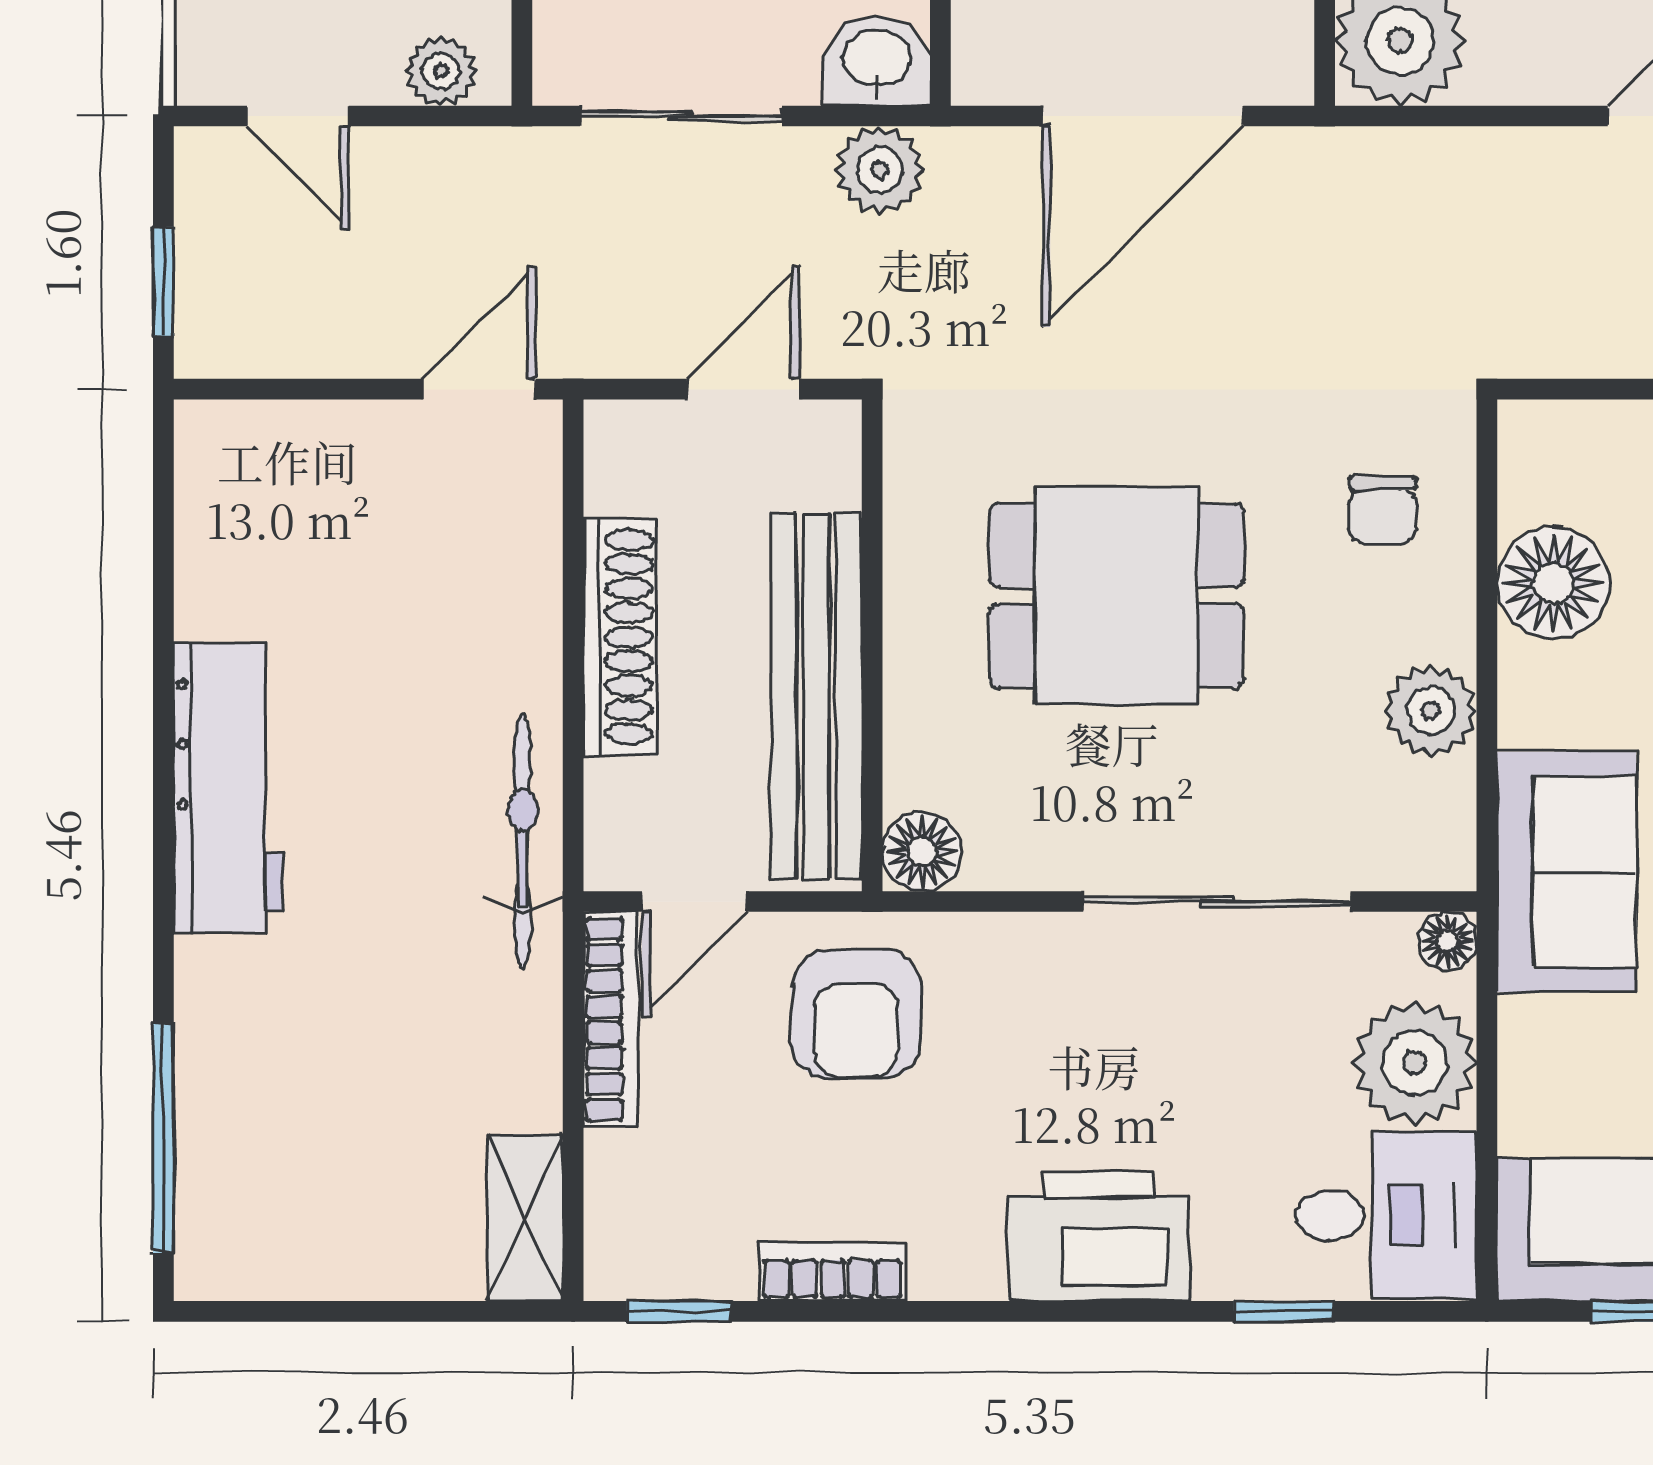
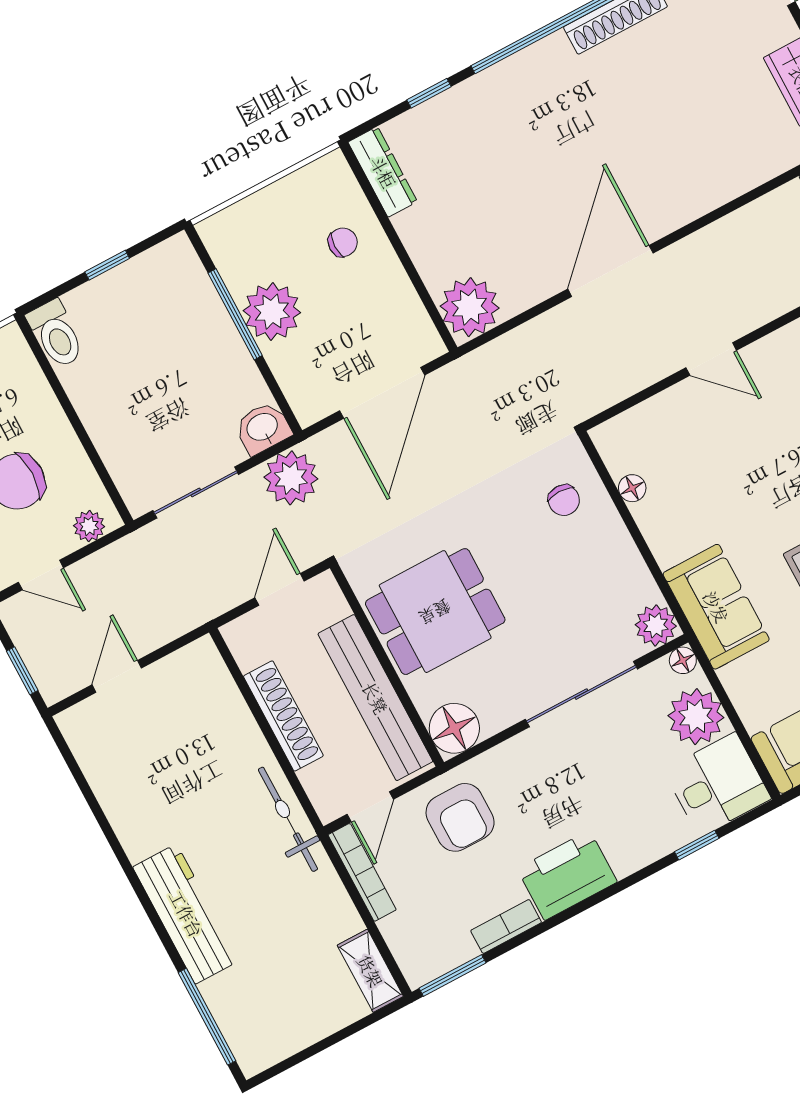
plant: (880, 170) -> (291, 478), width x1.36, depth x1.36
door: (479, 389) -> (117, 676), moved
floor lamp: (1553, 583) -> (632, 488), width x0.53, depth x0.53
dining table: (1116, 596) -> (435, 612), moved
plant: (1431, 711) -> (656, 625), moved
workbench: (228, 788) -> (186, 914), moved
floor lamp: (922, 852) -> (454, 728), width x1.38, depth x1.38
printer: (1099, 1236) -> (567, 875), moved
window: (679, 1311) -> (452, 976), width x1.50

